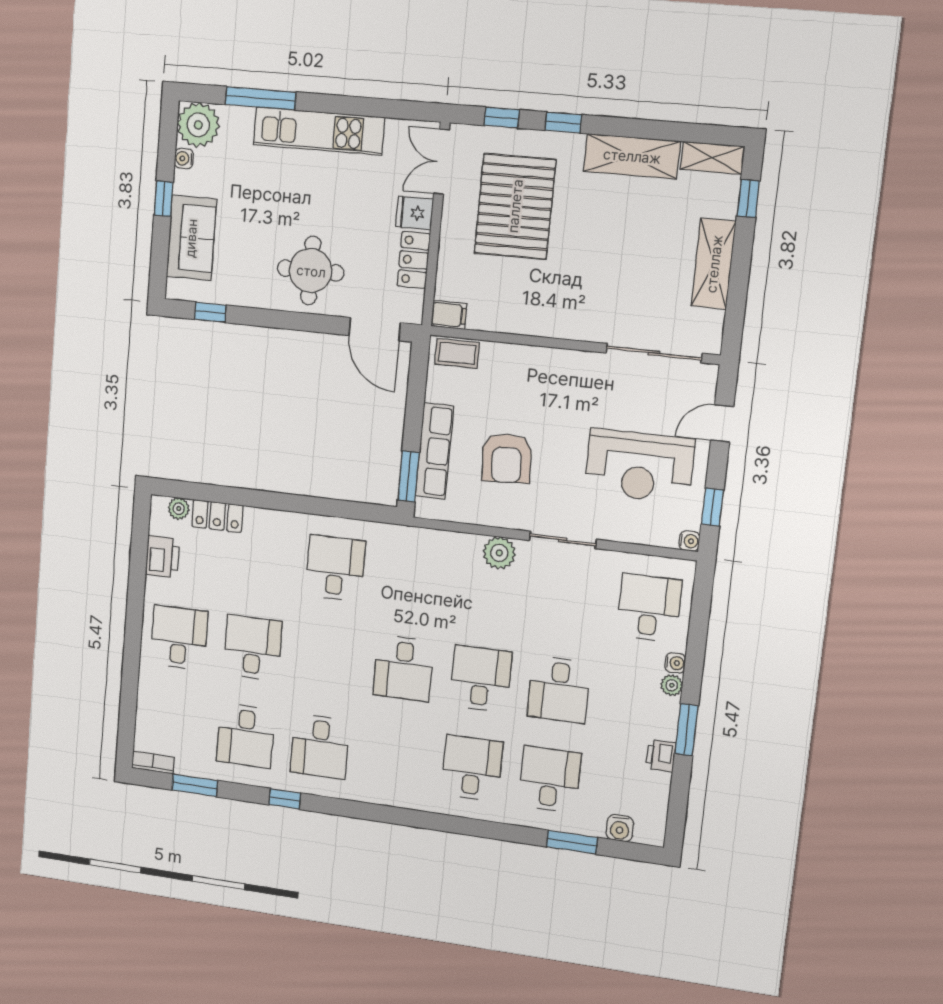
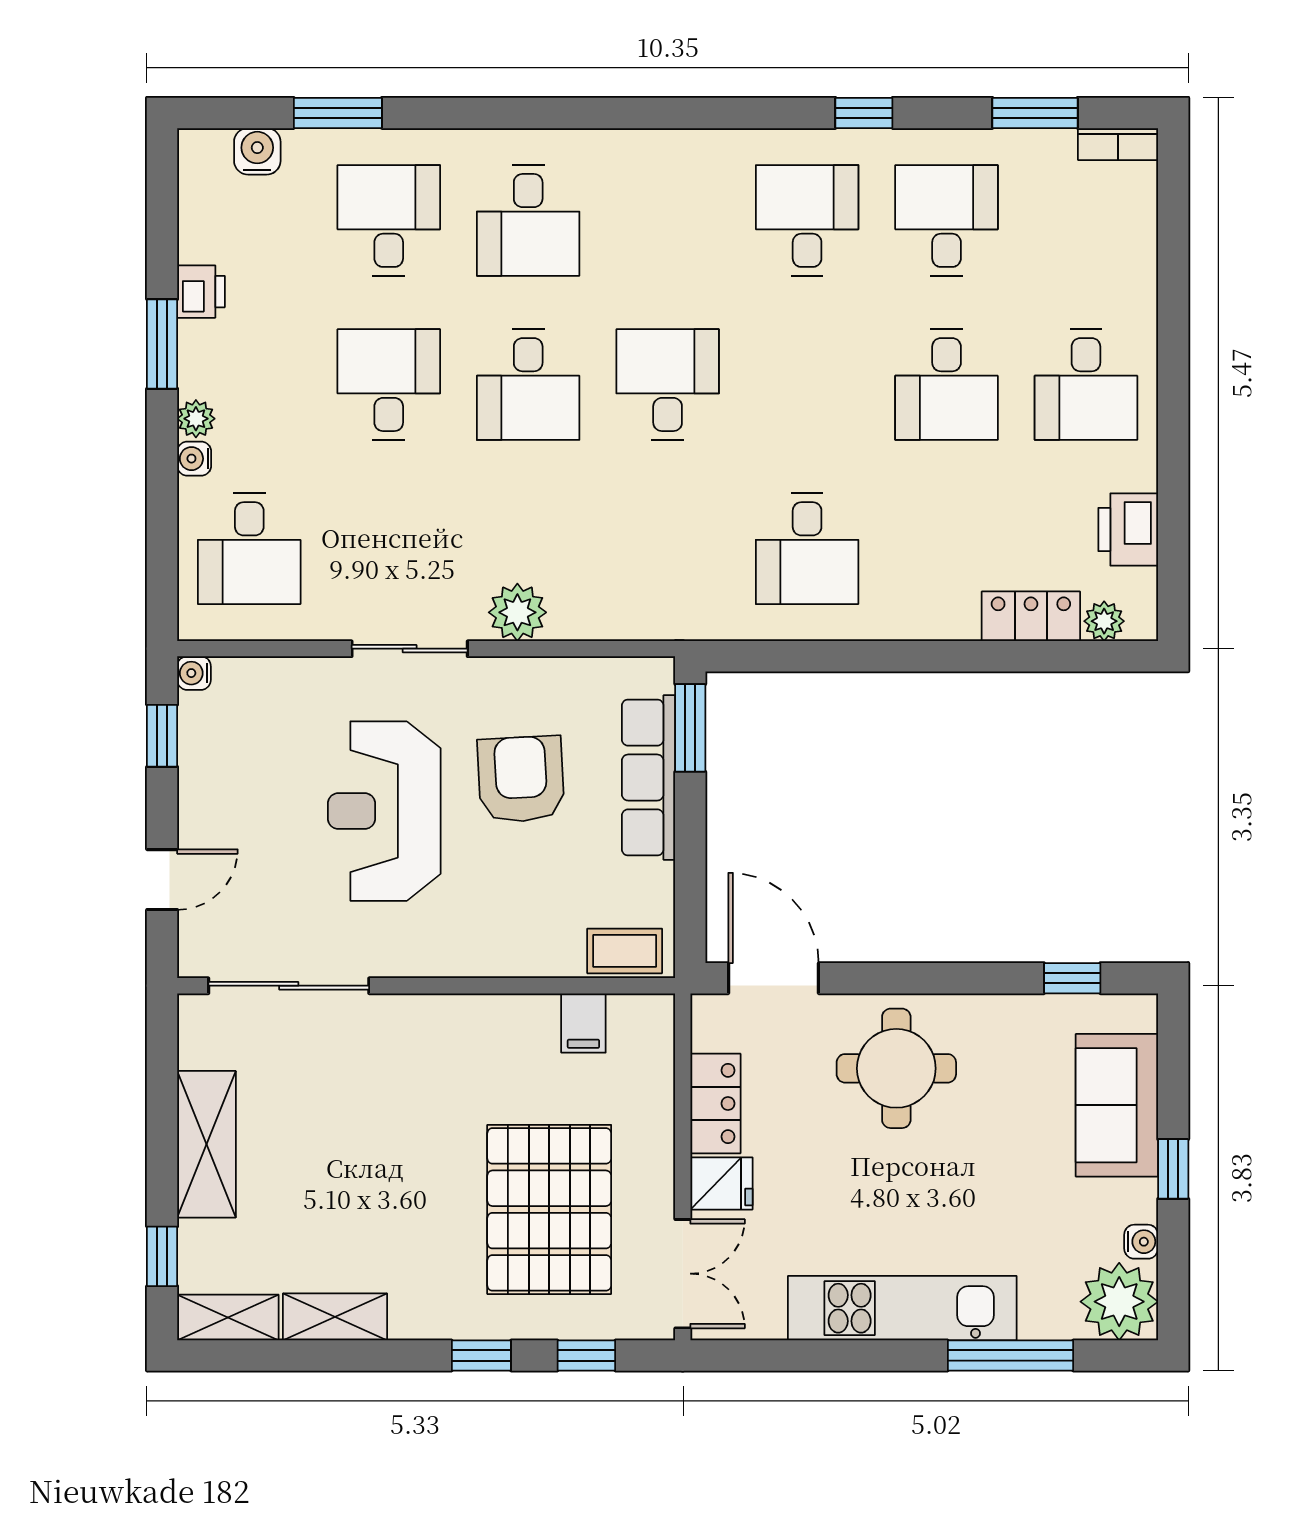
shelving: (632, 156) -> (335, 1317), width x0.67, depth x0.75
filing cabinet: (449, 315) -> (583, 1023), moved, turned -90
reception desk: (639, 466) -> (384, 811), moved, turned -90
desk: (550, 780) -> (389, 220), turned 180

